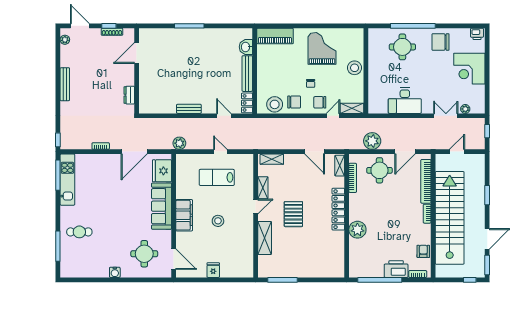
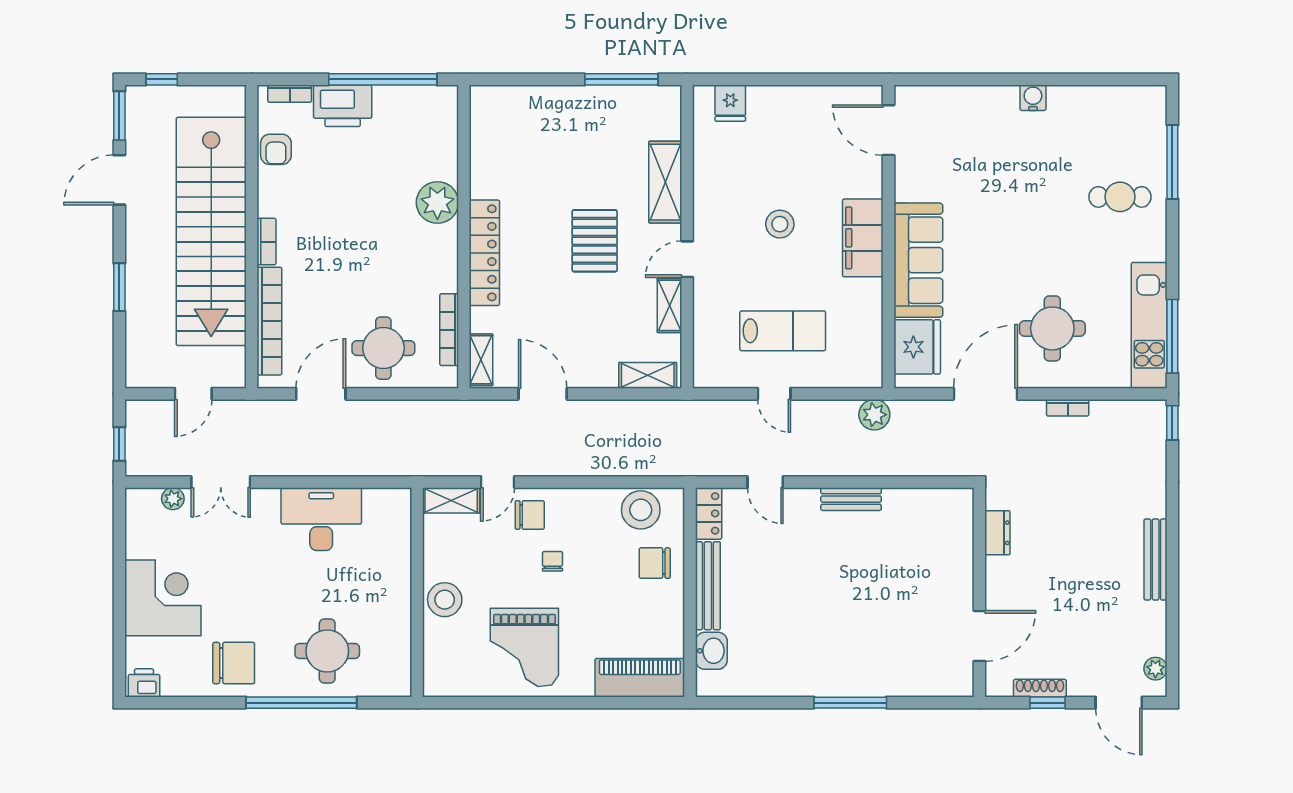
chair: (294, 102) -> (655, 563), moved
plant: (372, 141) -> (401, 420), removed
round table: (144, 254) -> (1052, 328), moved
fridge: (213, 270) -> (730, 103), moved

